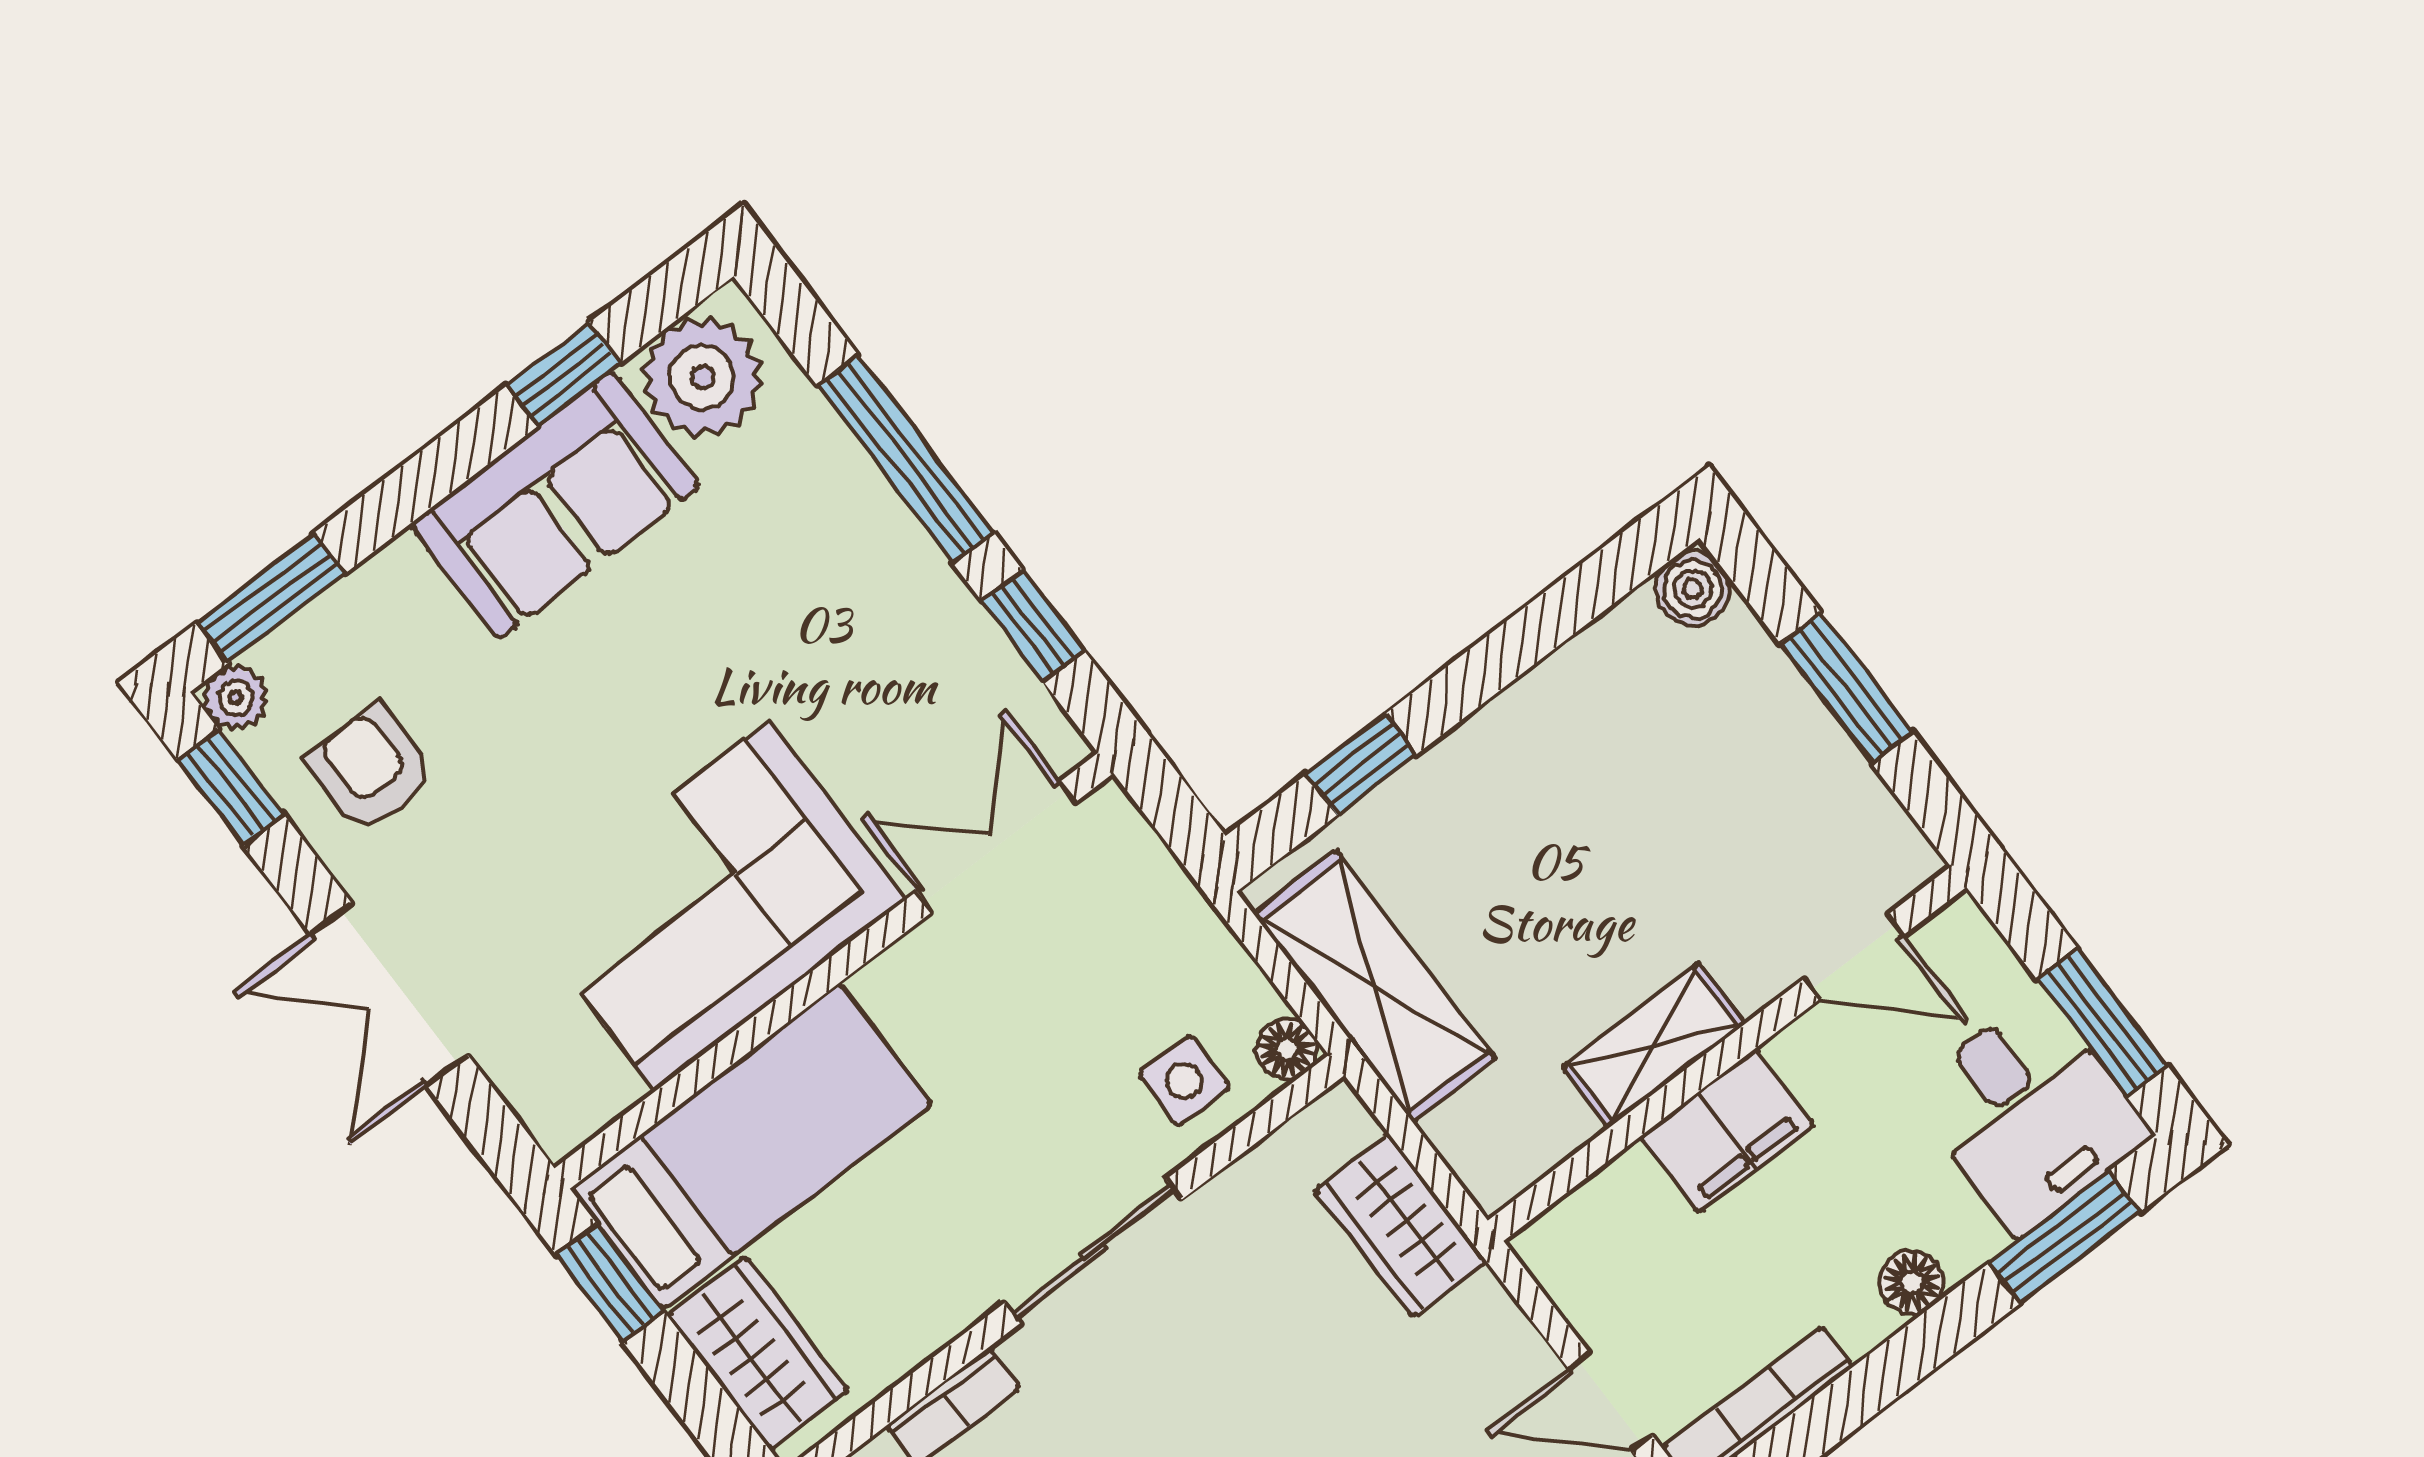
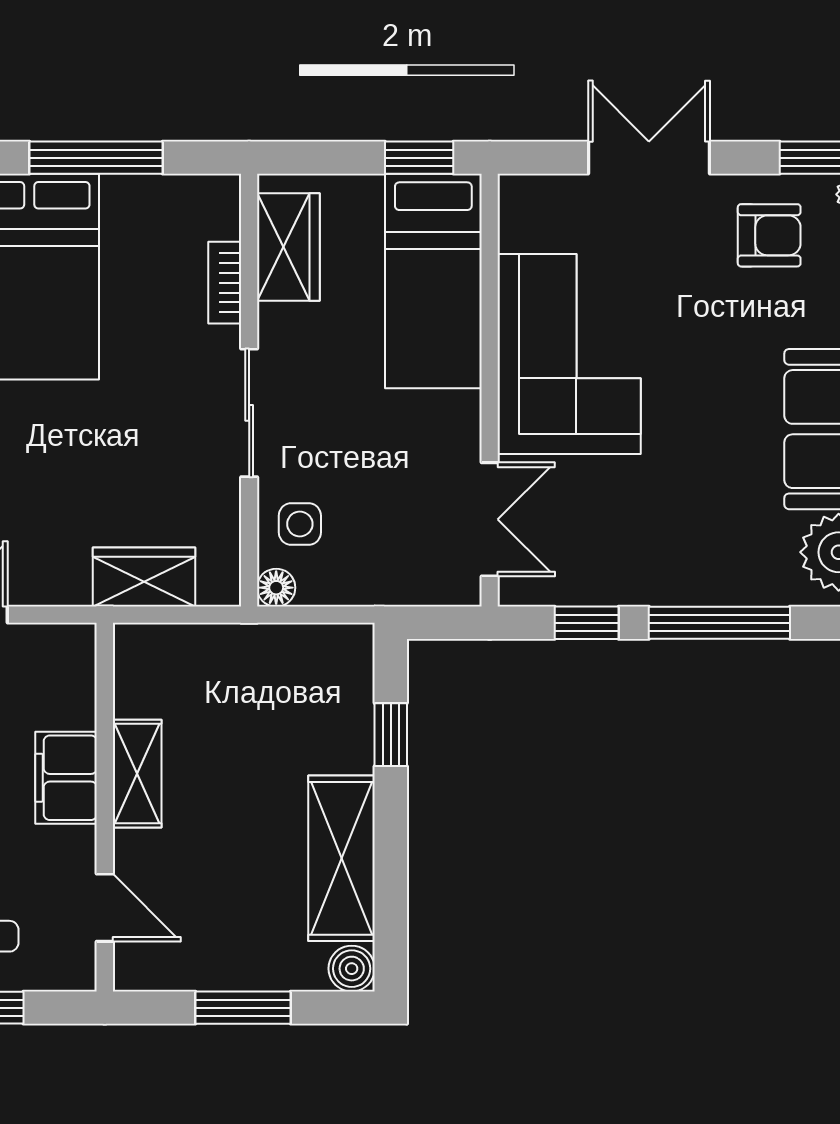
door: (1853, 957) -> (105, 908), swing flipped
shelving: (1374, 986) -> (342, 858), moved, turned 90
wardrobe: (758, 1353) -> (288, 247), moved, turned -90

